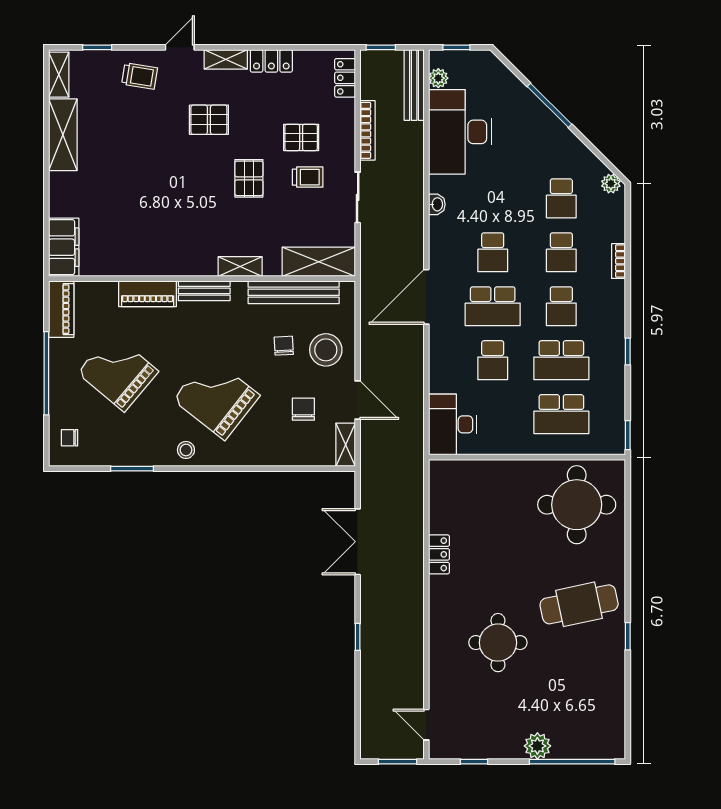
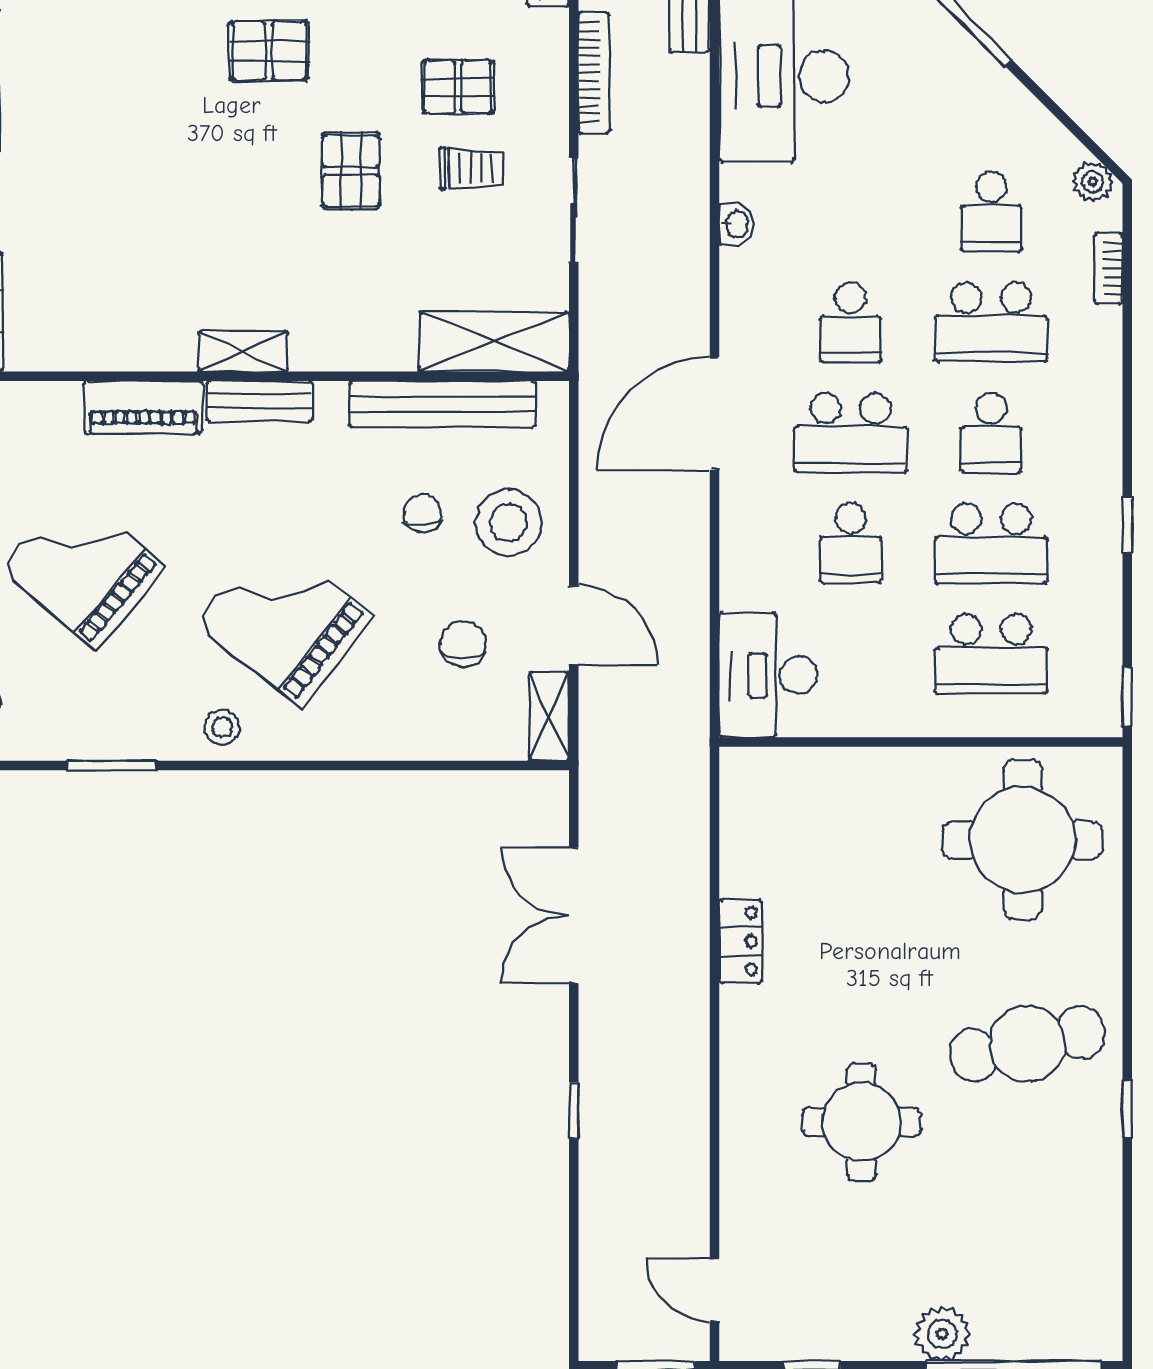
school desk: (561, 252) -> (991, 322), width x1.85
bookcase: (618, 261) -> (1108, 268), moved
shelving: (240, 266) -> (243, 351), moved

